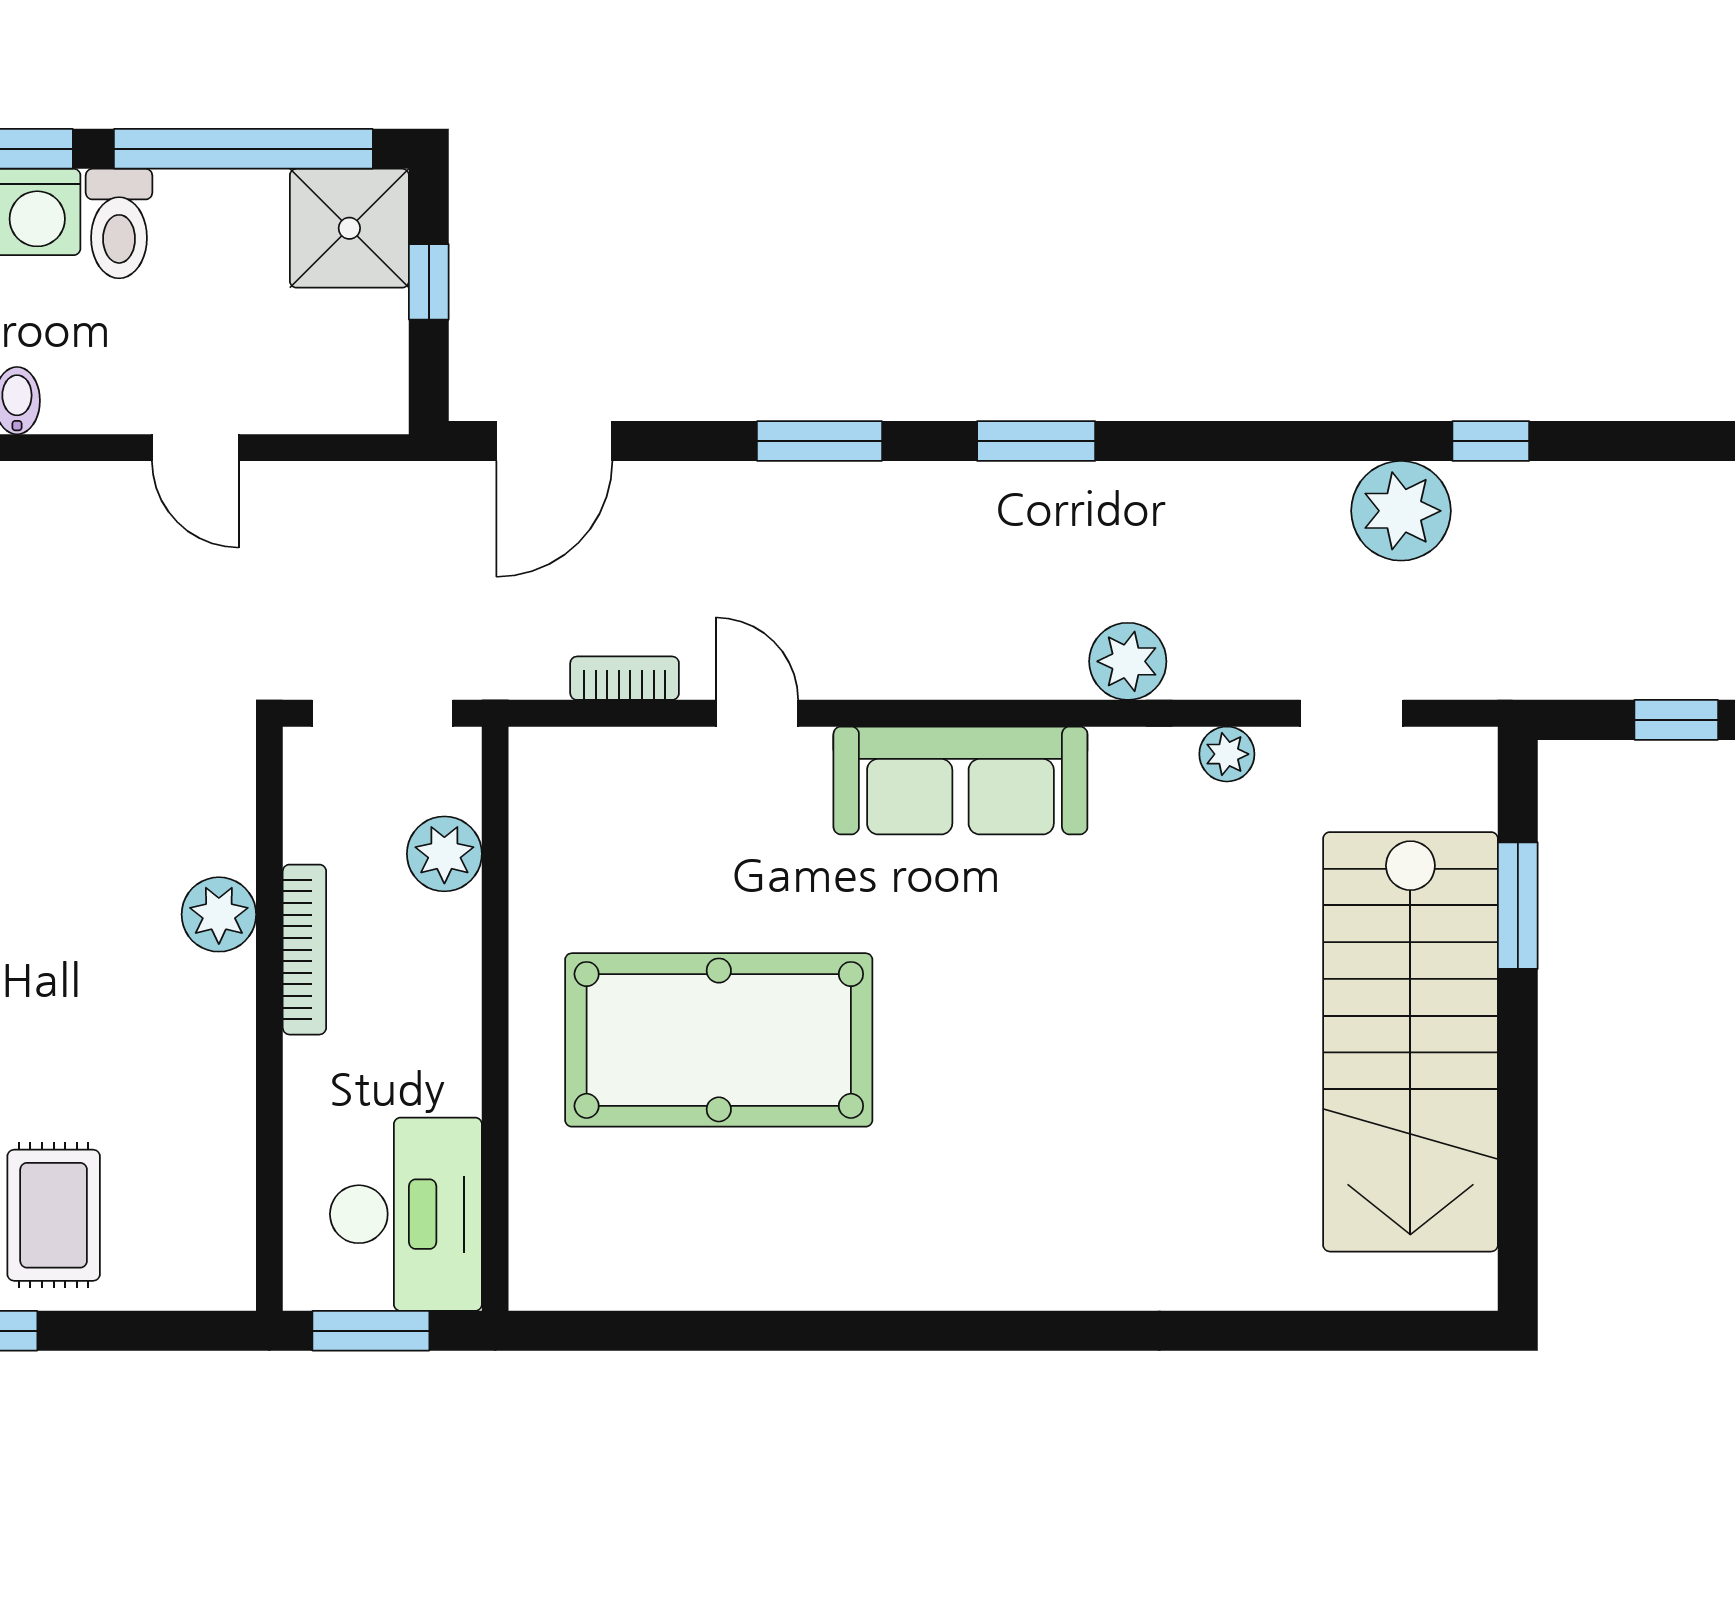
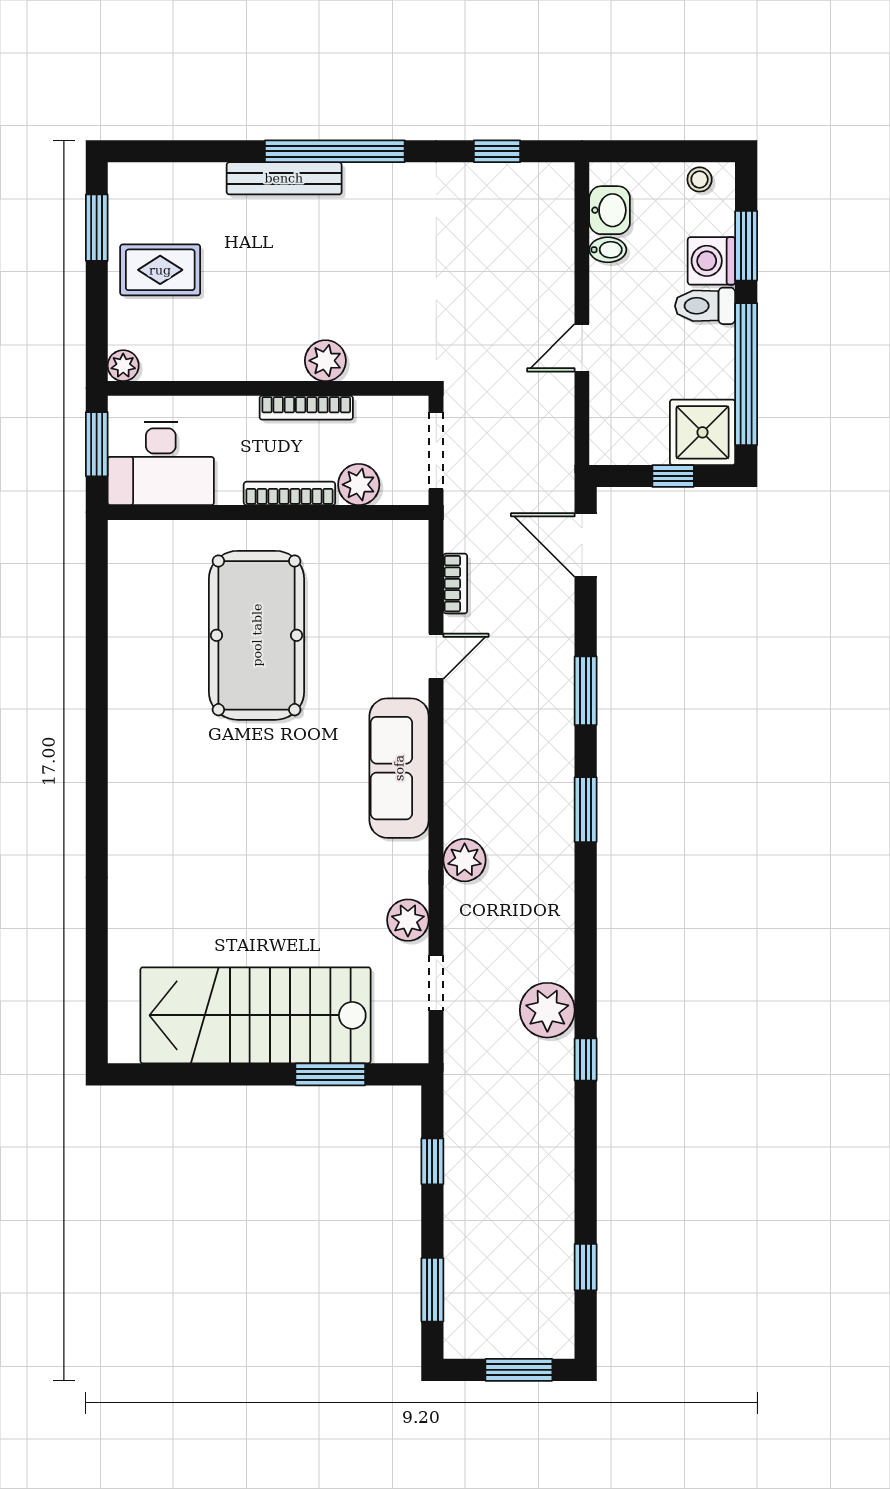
plant: (1227, 754) -> (408, 920), width x1.38, depth x1.38
bookcase: (461, 980) -> (289, 493), added
plant: (228, 1283) -> (123, 366), added

